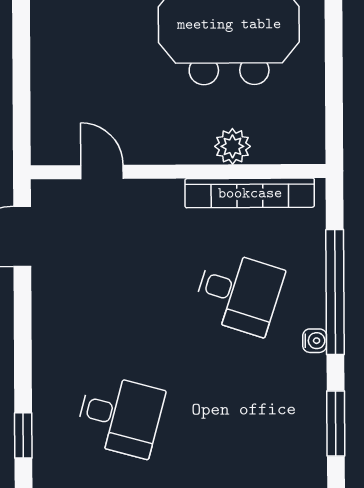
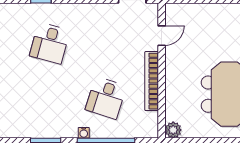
plant: (232, 146) -> (173, 130), moved
bookcase: (250, 193) -> (152, 81), moved

